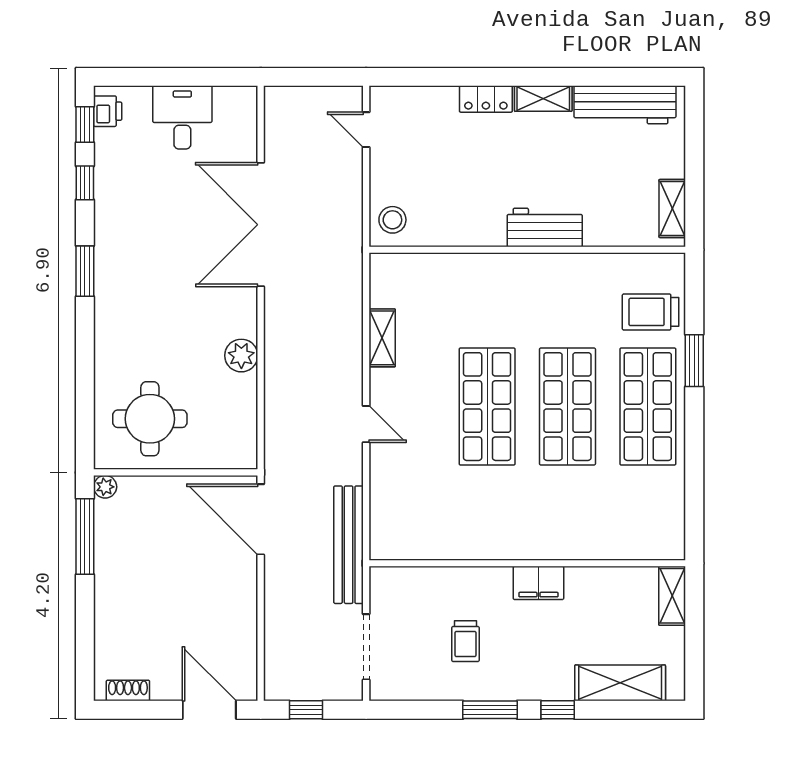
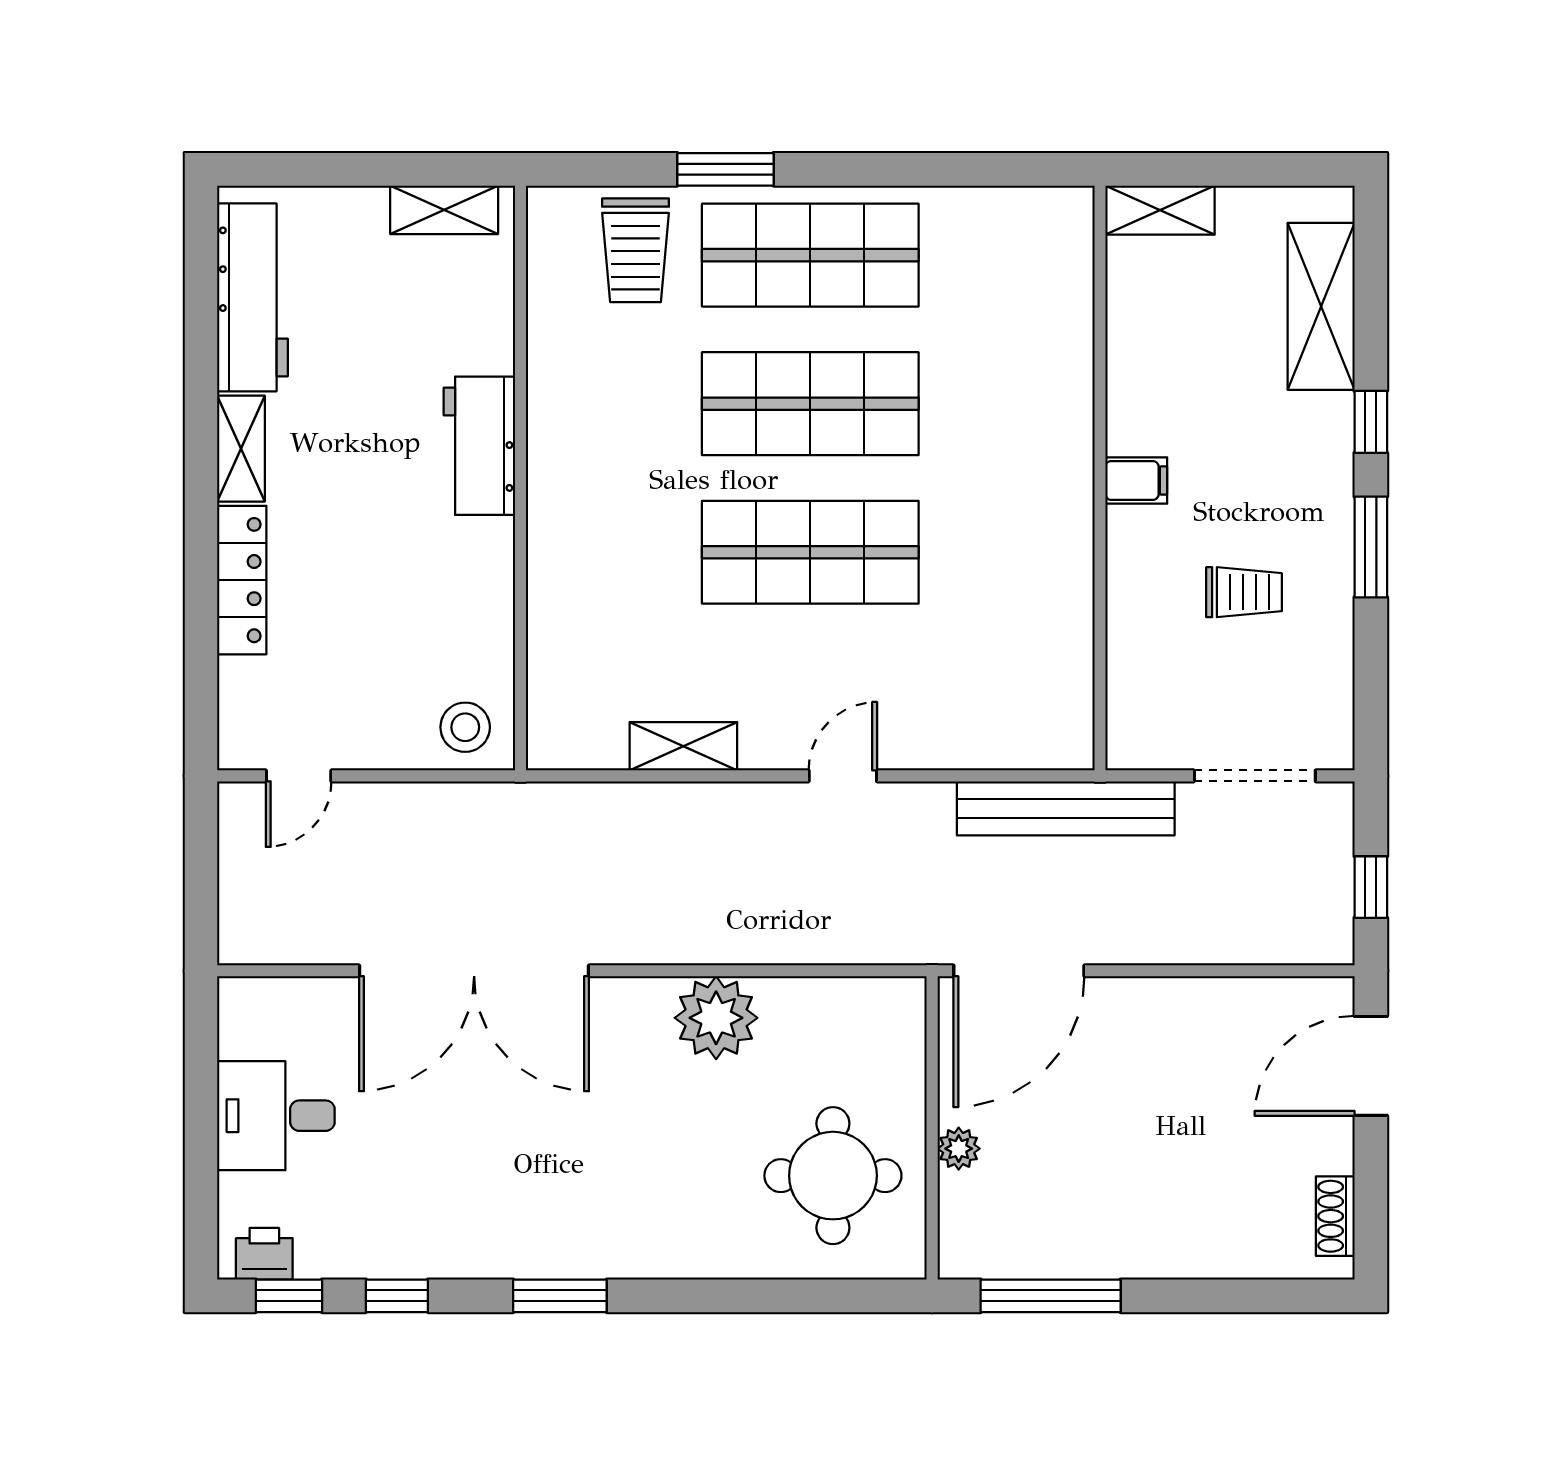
locker: (486, 99) -> (242, 580), width x1.53
plant: (241, 356) -> (716, 1018), width x1.36, depth x1.36
plant: (105, 487) -> (959, 1149), moved
filing cabinet: (538, 583) -> (1136, 480), width x0.50

